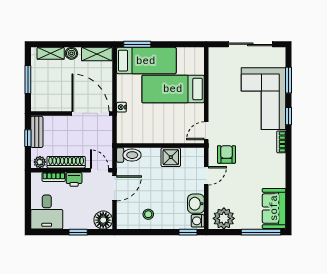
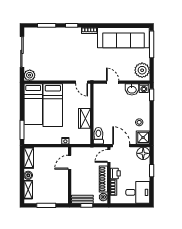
plant: (217, 55) -> (30, 75), added
bed: (146, 61) -> (33, 104), moved, turned 180
corner sofa: (264, 99) -> (59, 43), removed
door: (90, 113) -> (70, 162), width x0.53
wardrobe: (154, 135) -> (84, 118), added
armchair: (226, 154) -> (98, 68), removed
shower: (171, 157) -> (143, 137), moved
sofa: (274, 208) -> (123, 38), width x1.85, depth x1.27

